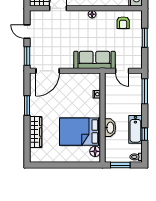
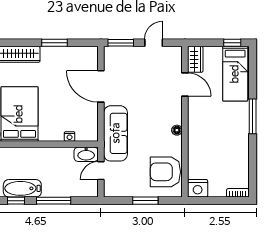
armchair: (123, 23) -> (165, 172), width x1.88, depth x1.88
door: (48, 71) -> (101, 86), moved
window: (145, 91) -> (54, 201), moved
washbasin: (110, 128) -> (86, 154), moved

